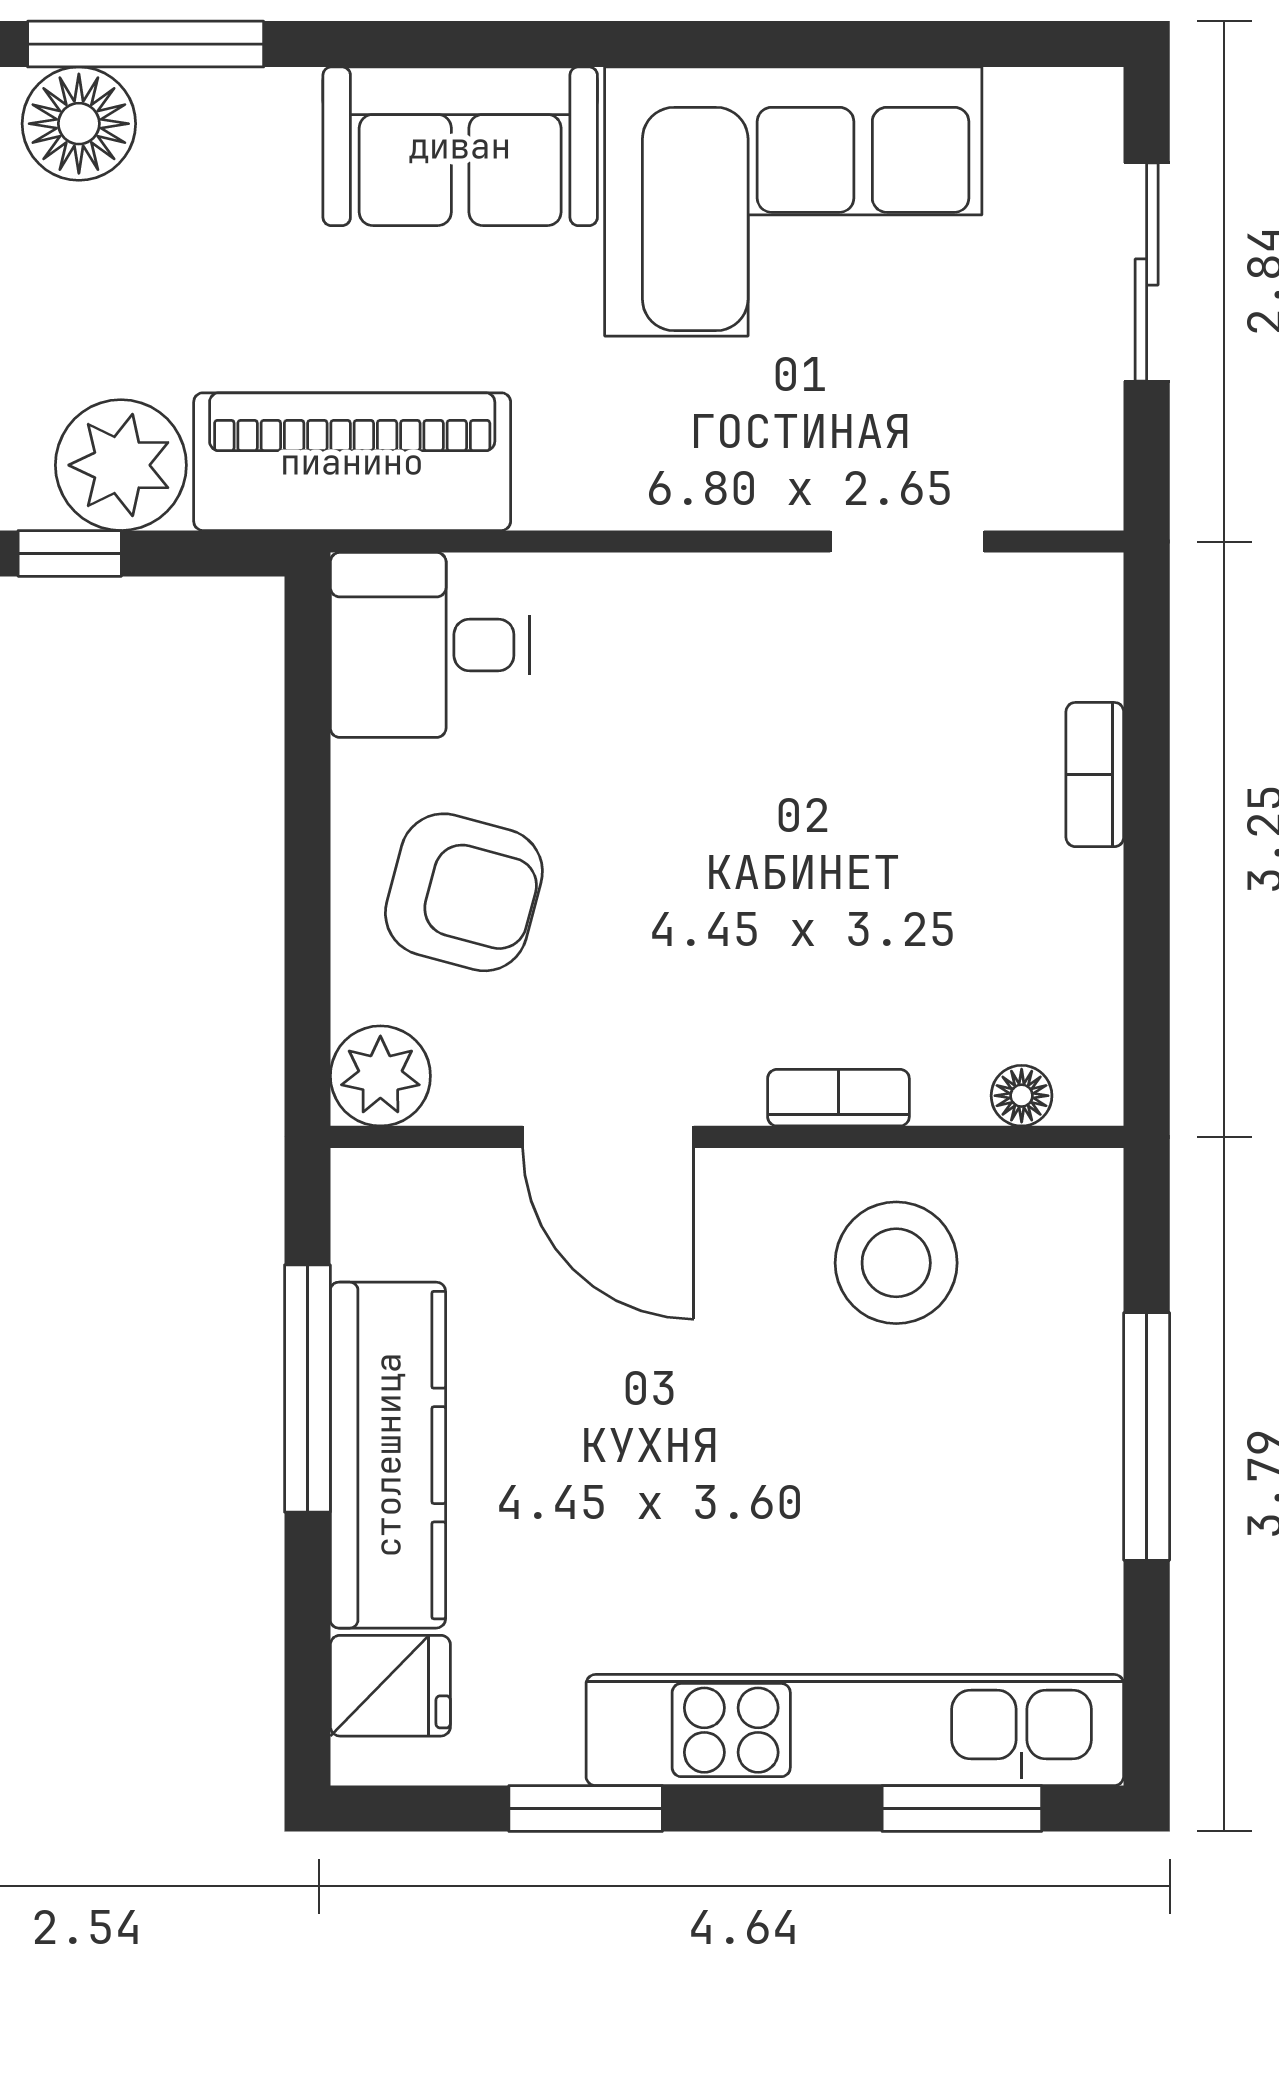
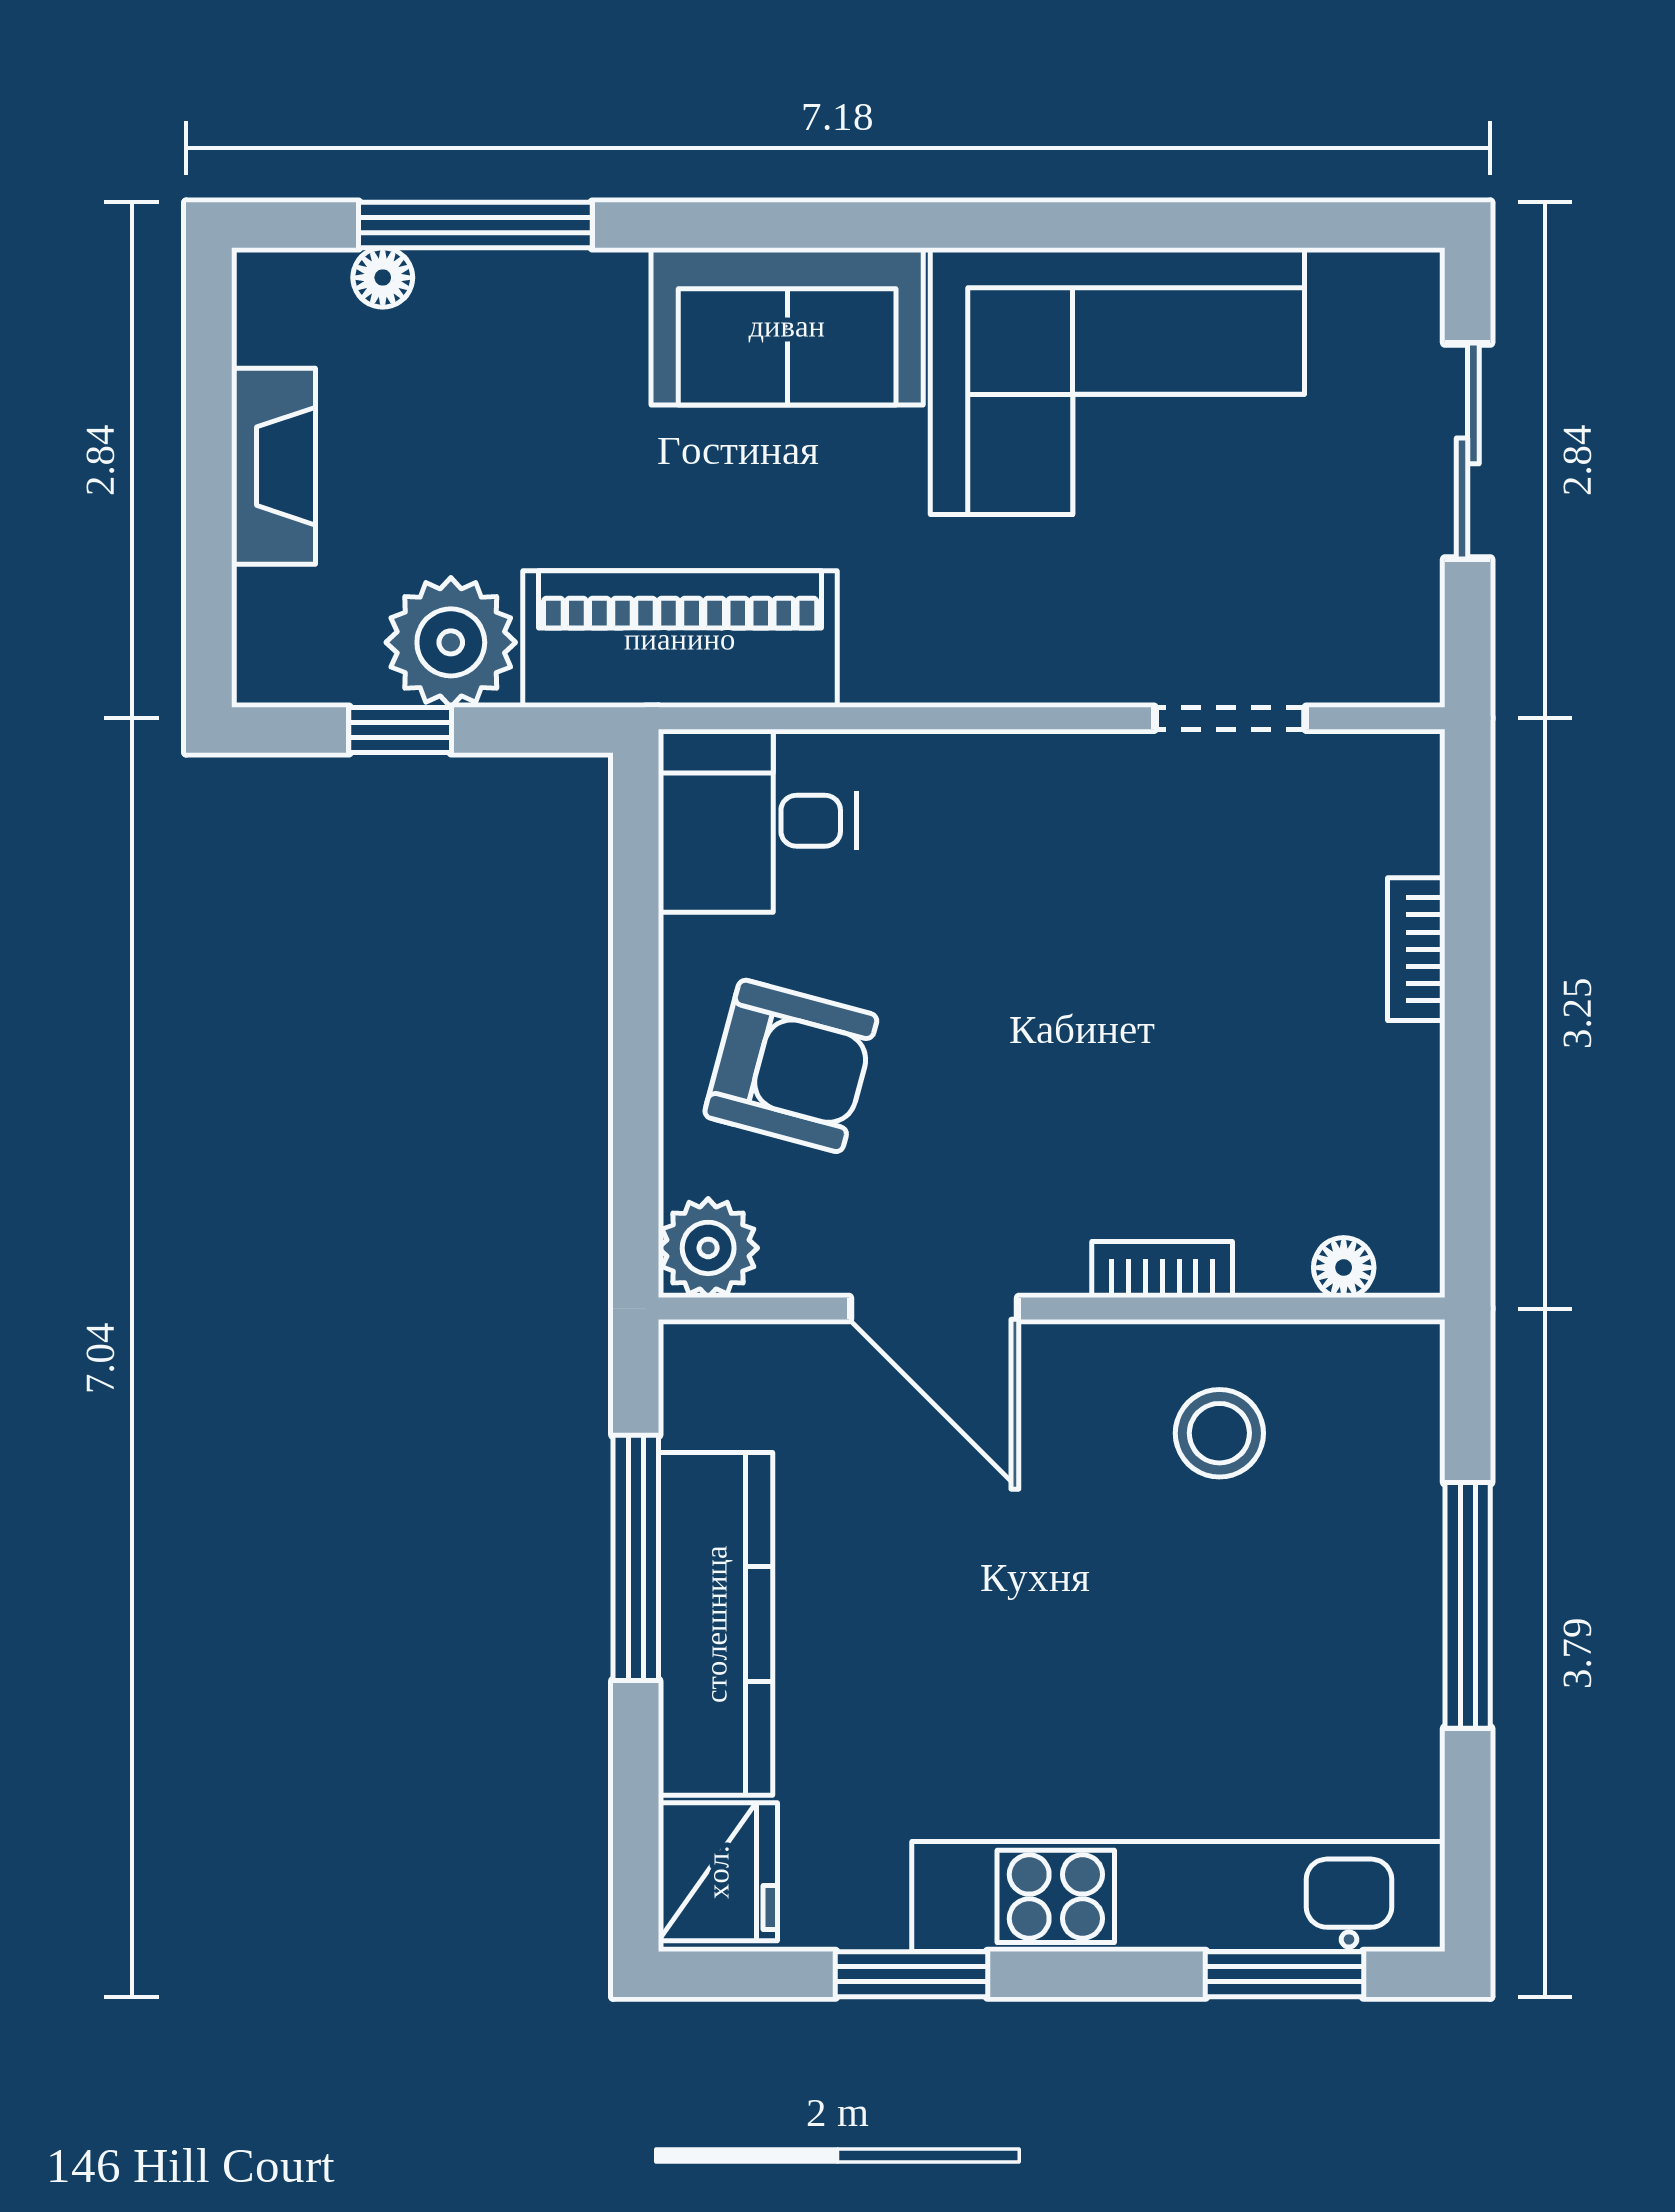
floor lamp: (79, 124) -> (383, 278), width x0.53, depth x0.53
stool: (896, 1263) -> (1219, 1433), width x0.73, depth x0.73
fridge: (390, 1686) -> (718, 1872), width x1.38

